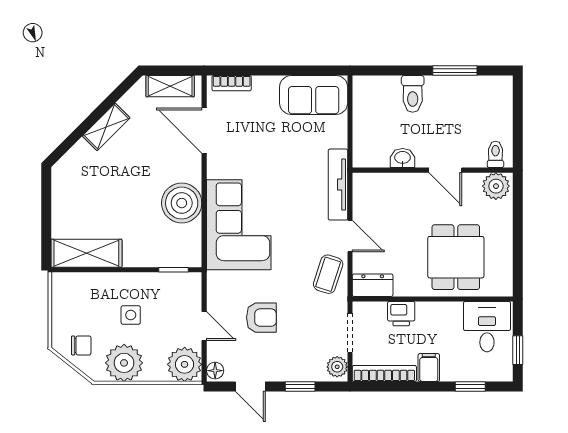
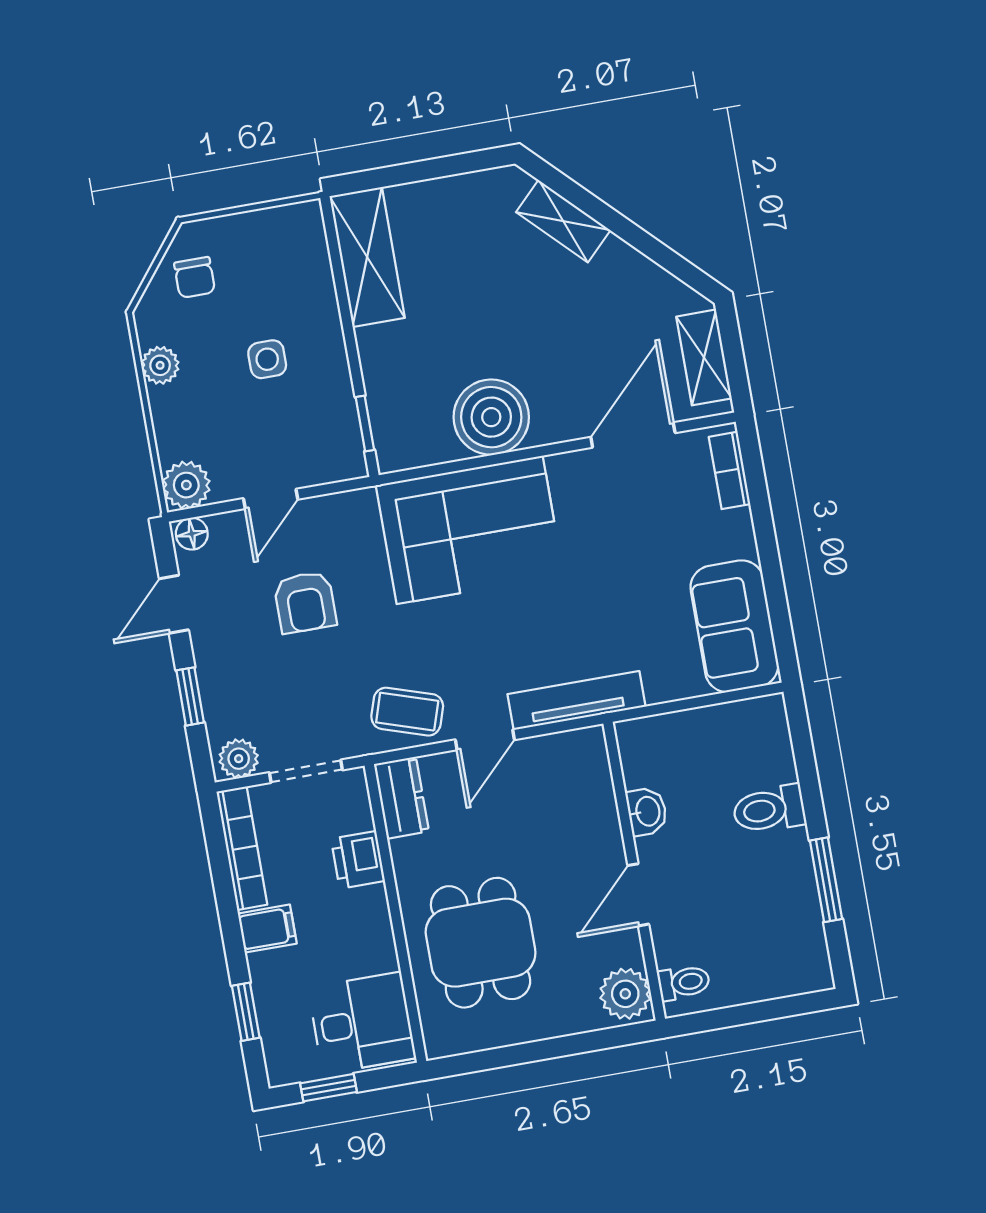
shelving: (106, 127) -> (563, 221), moved
dining table: (456, 257) -> (481, 943), turned 90
plant: (124, 363) -> (160, 365), width x0.53, depth x0.53
plant: (185, 364) -> (186, 485), width x0.73, depth x0.73

